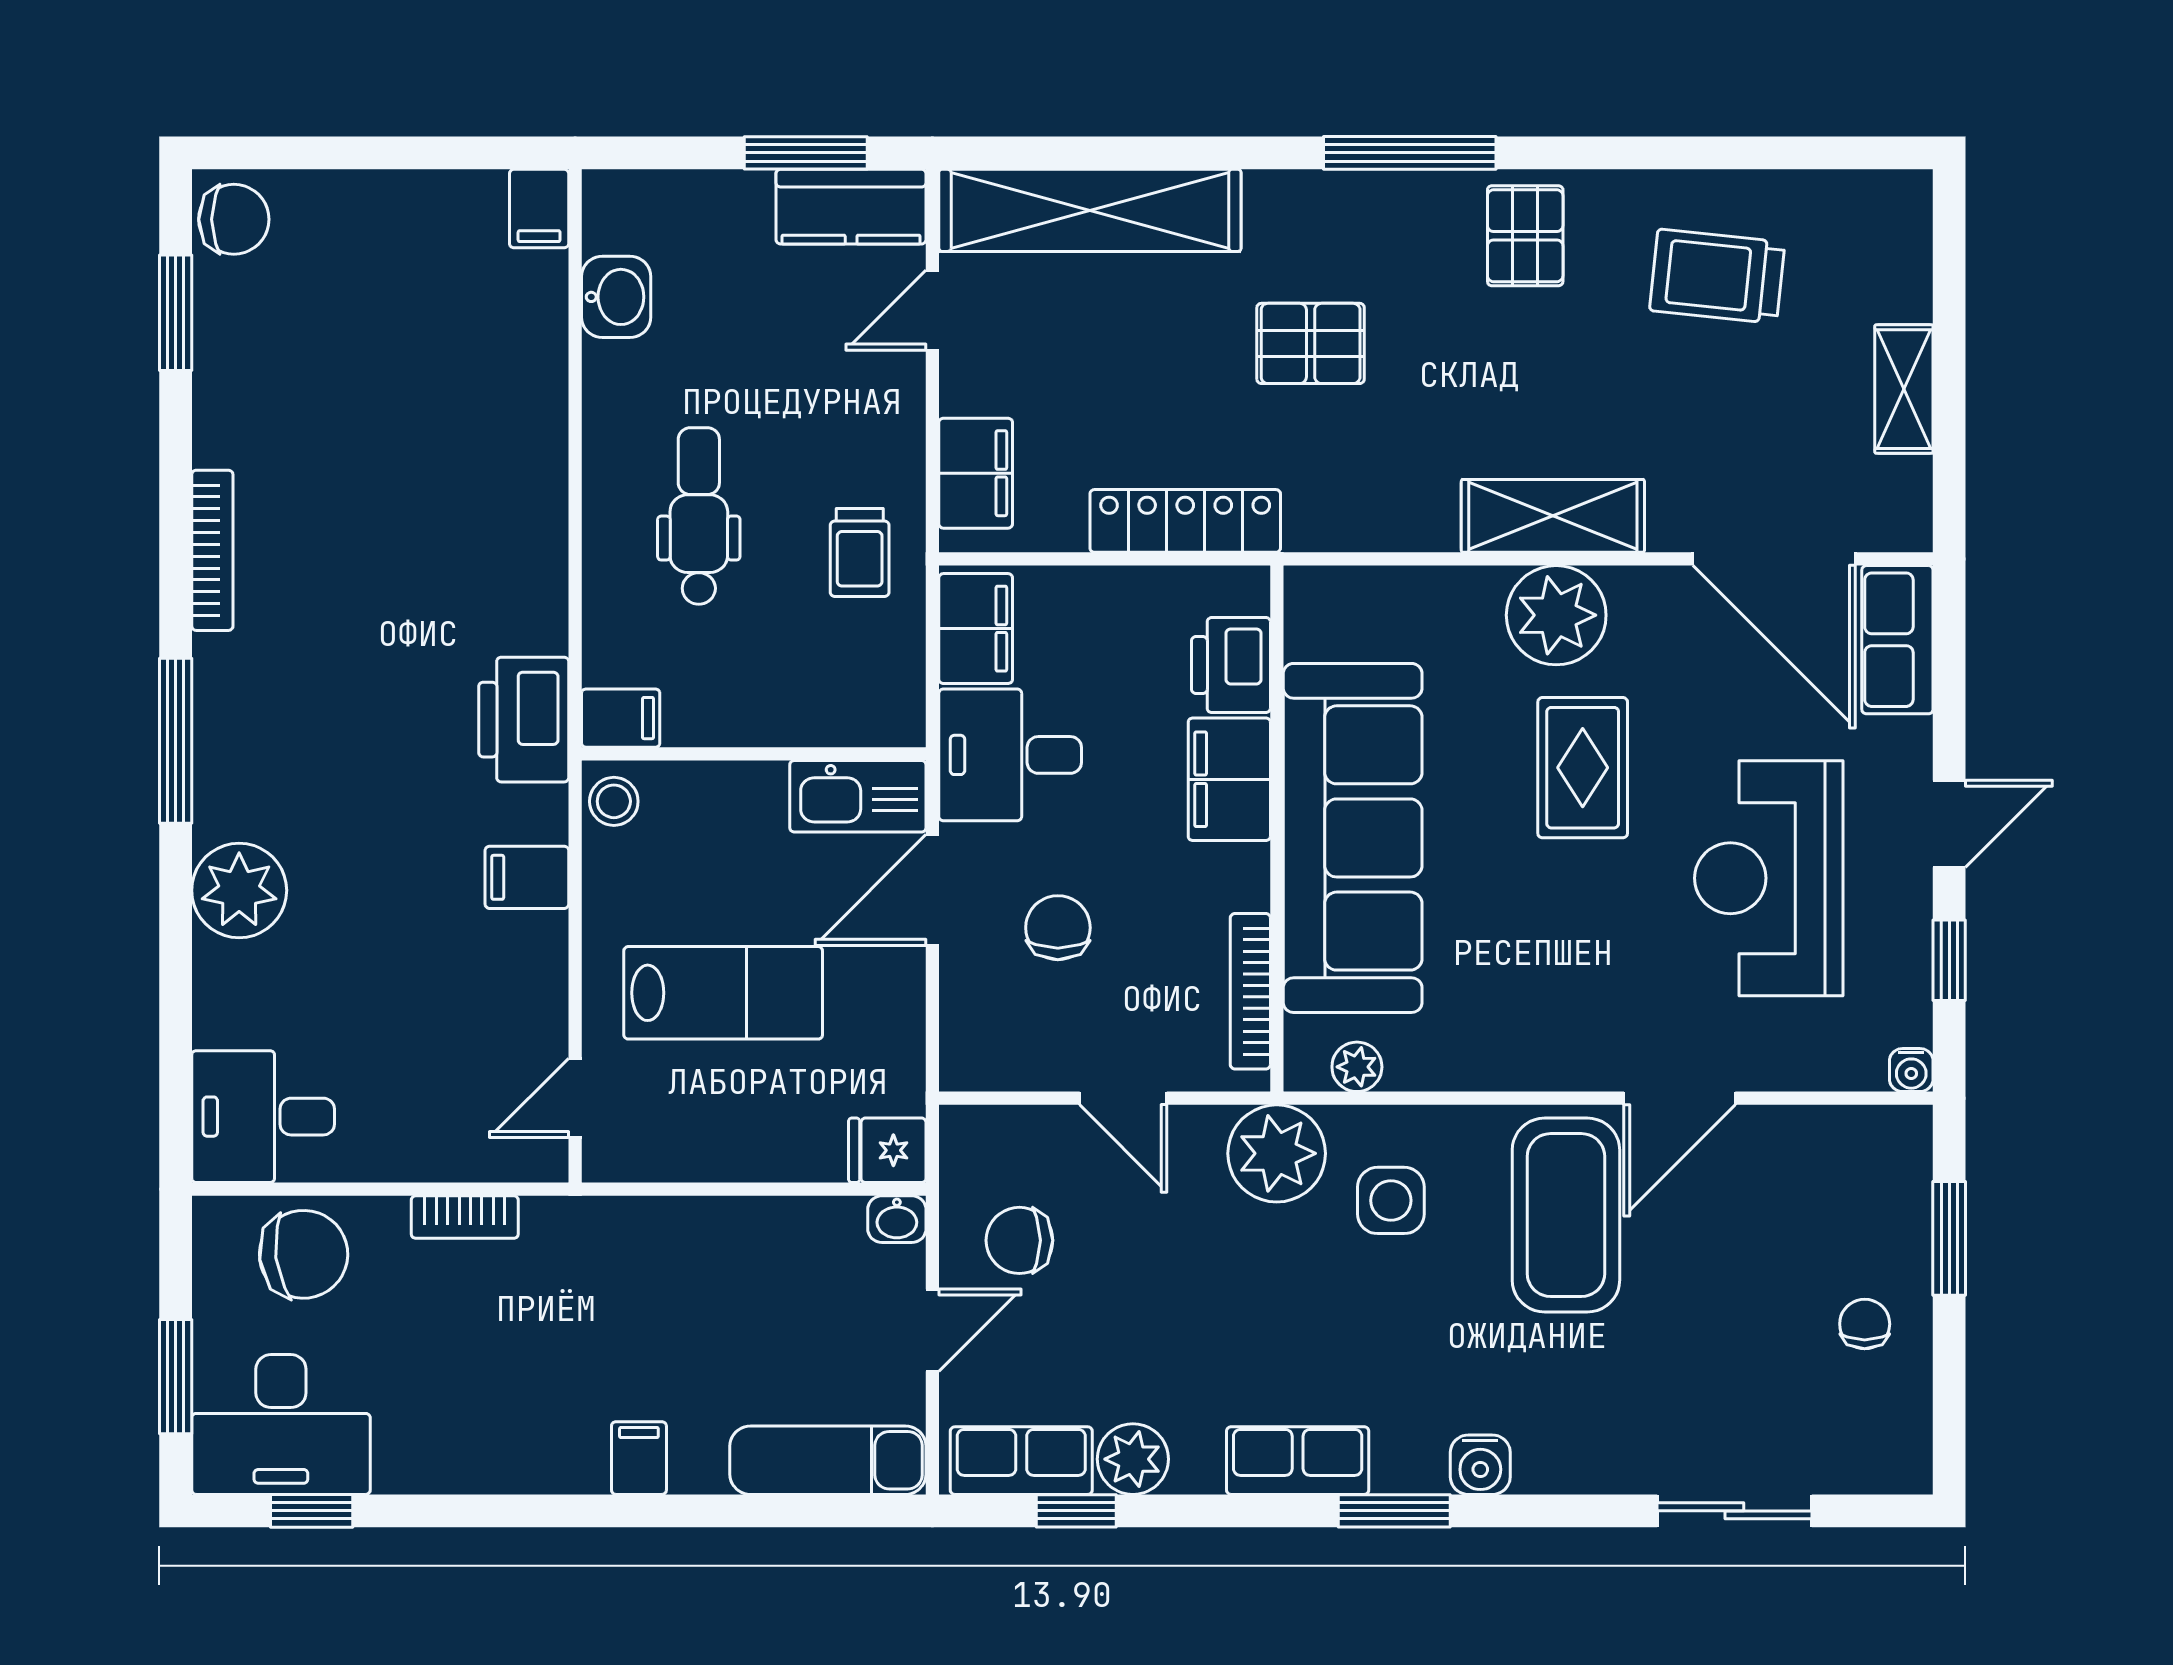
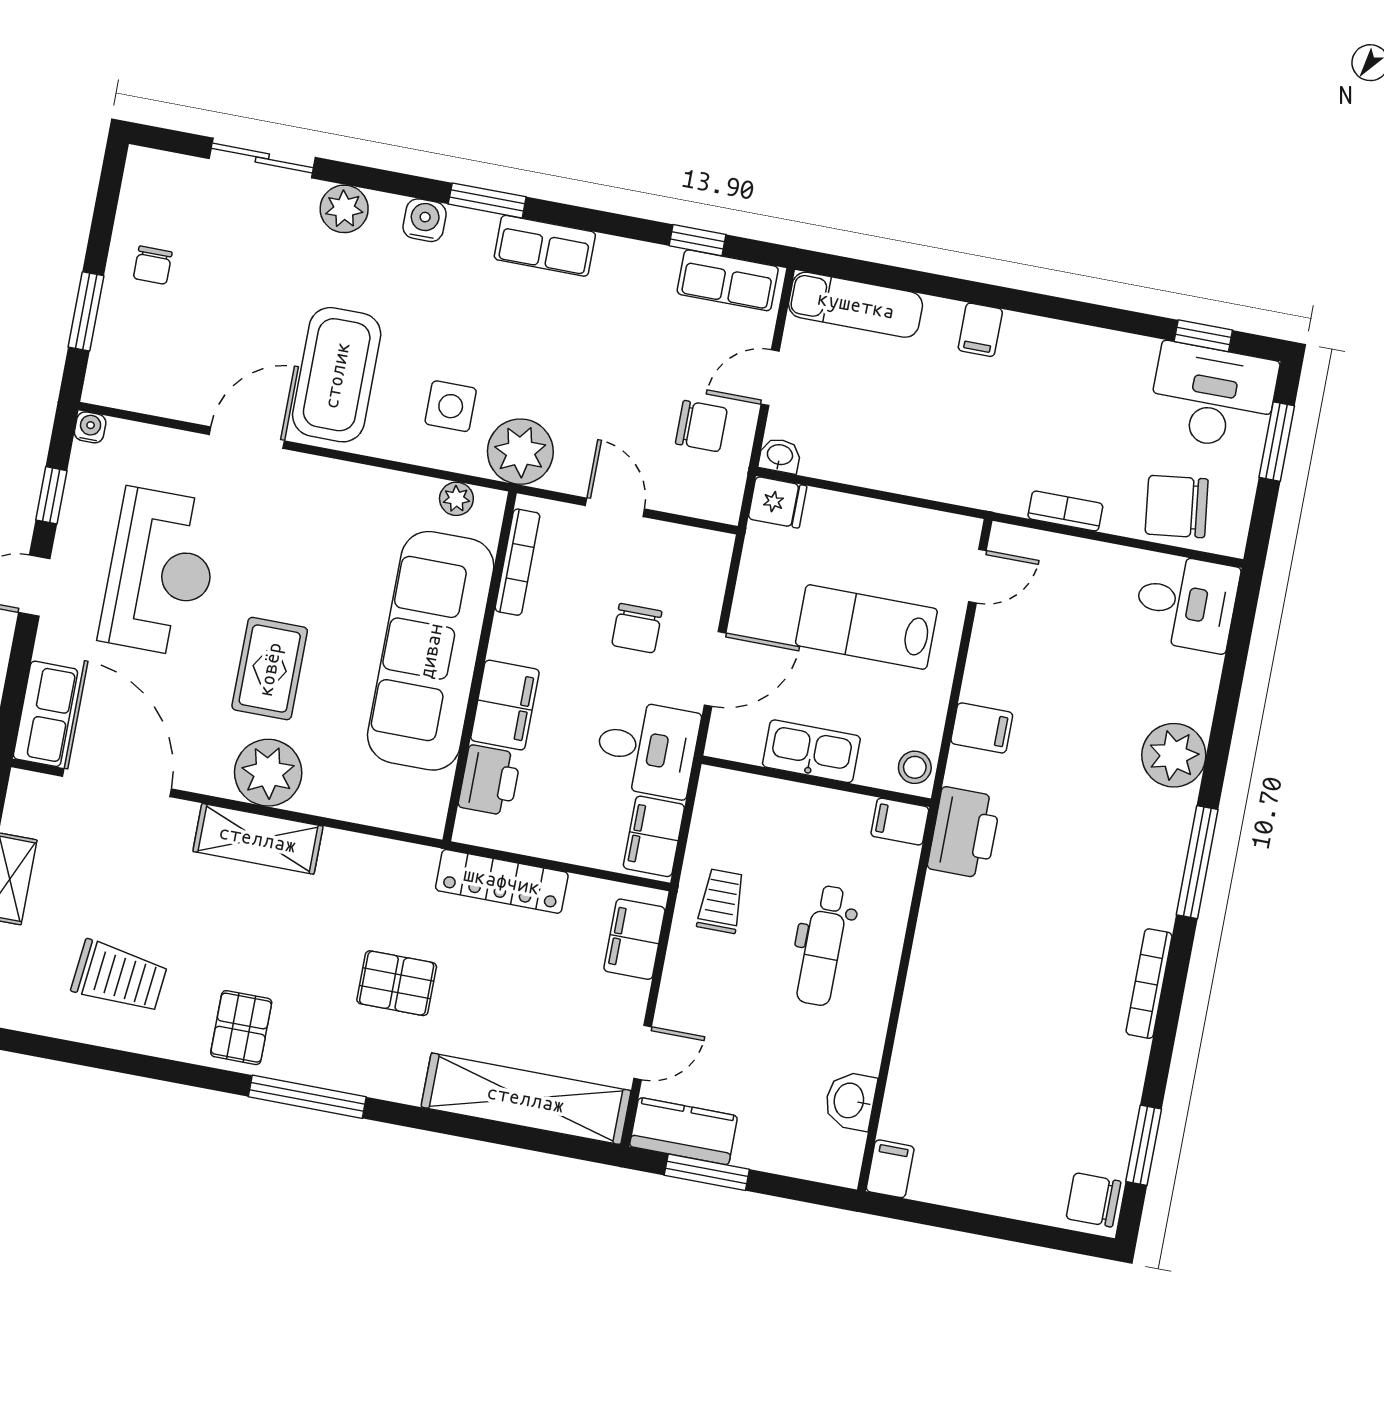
kitchen sink: (858, 796) -> (811, 751), moved
plant: (1133, 1459) -> (344, 209), moved

